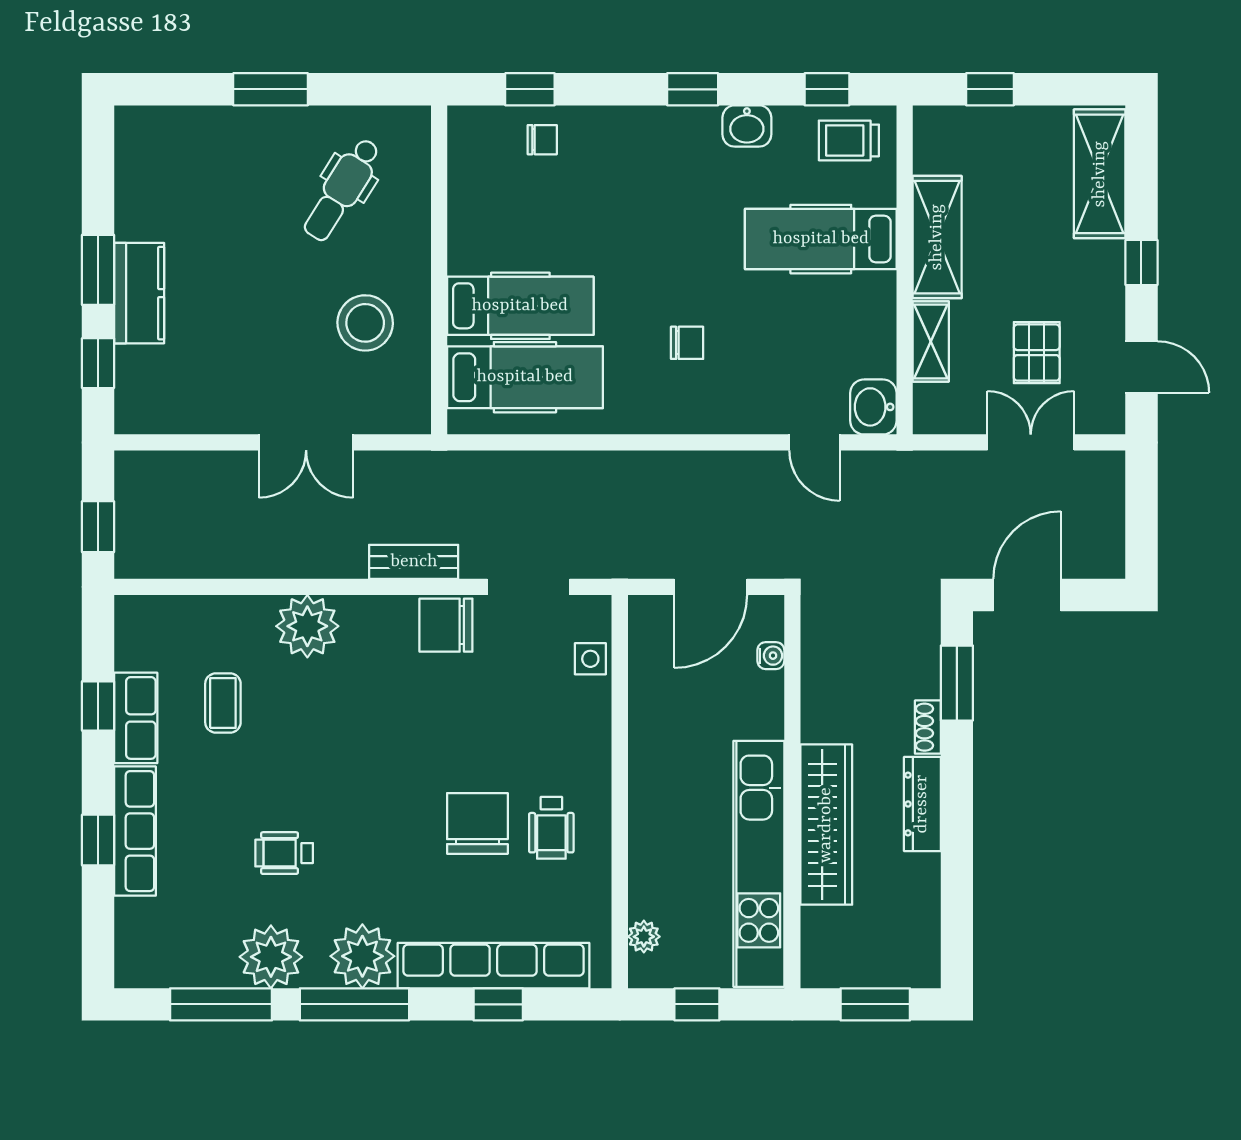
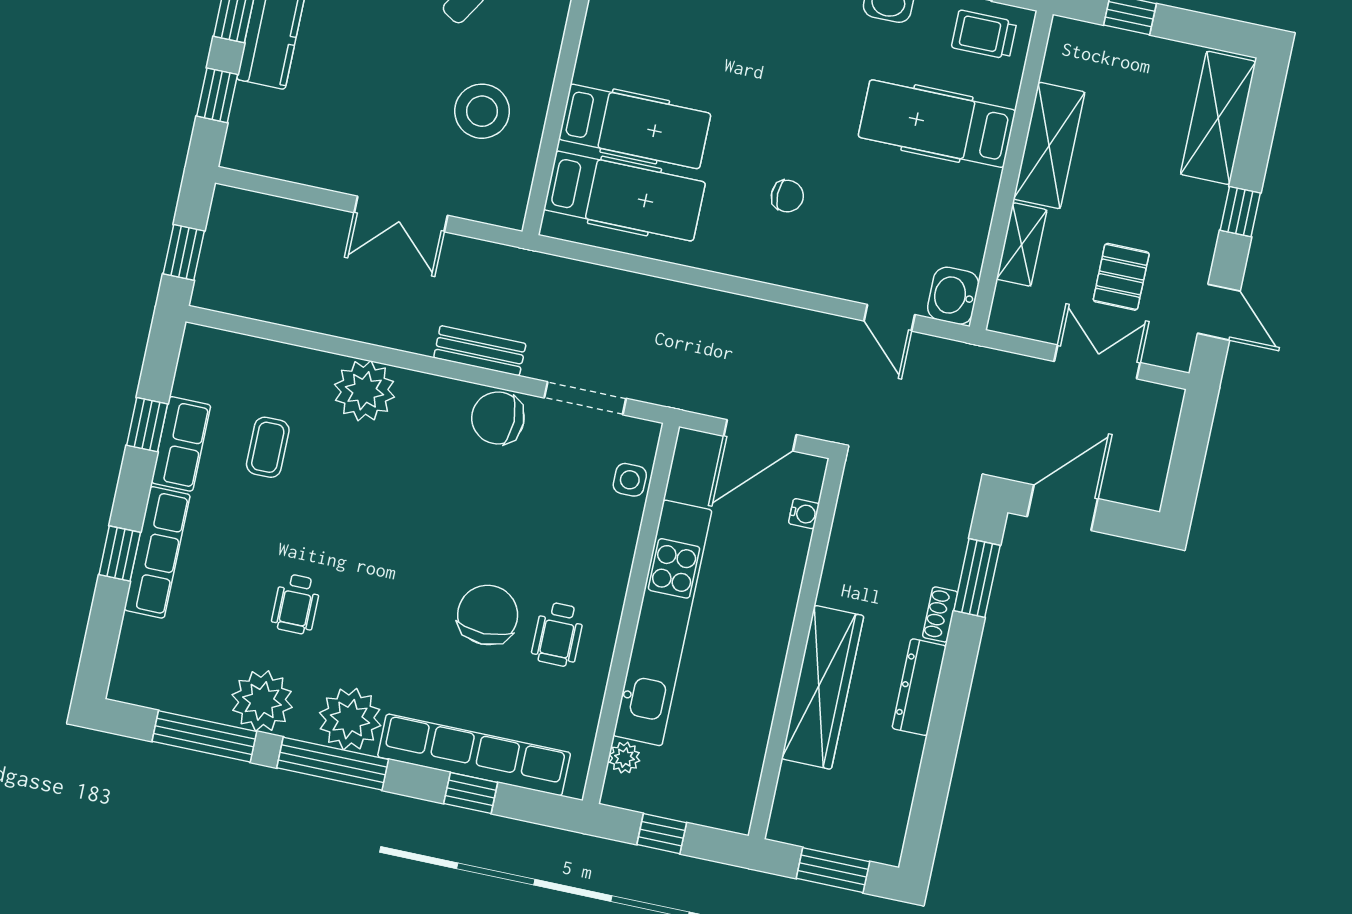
wheelchair: (284, 853) -> (296, 604), turned -90
kitchen unit: (759, 864) -> (663, 623), moved, turned 180

